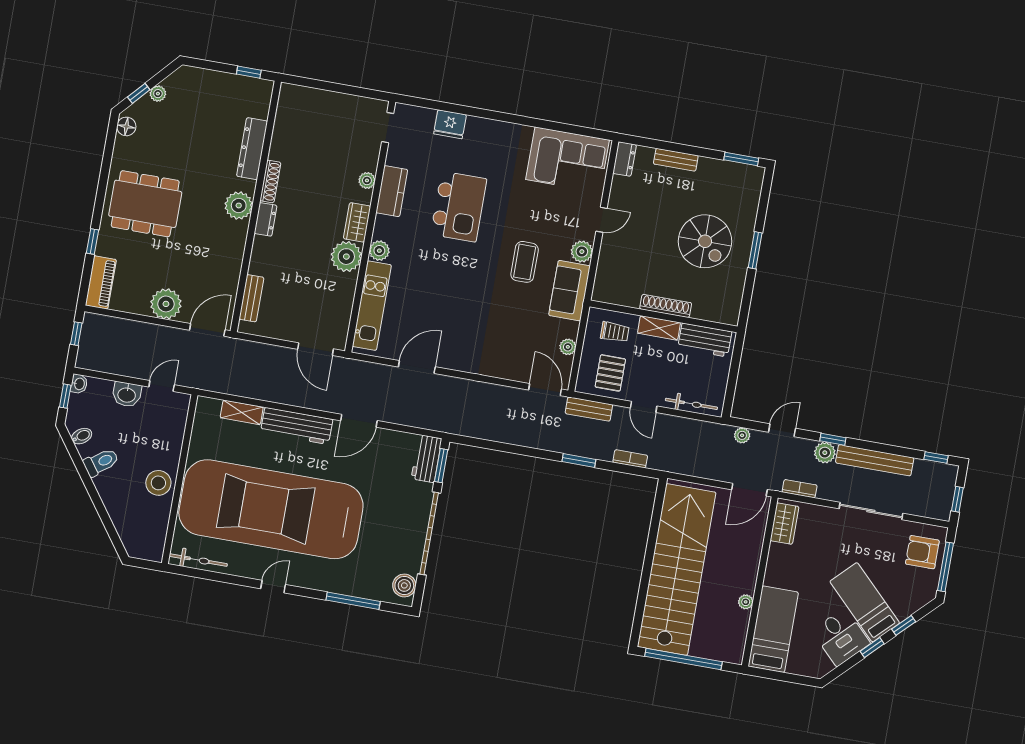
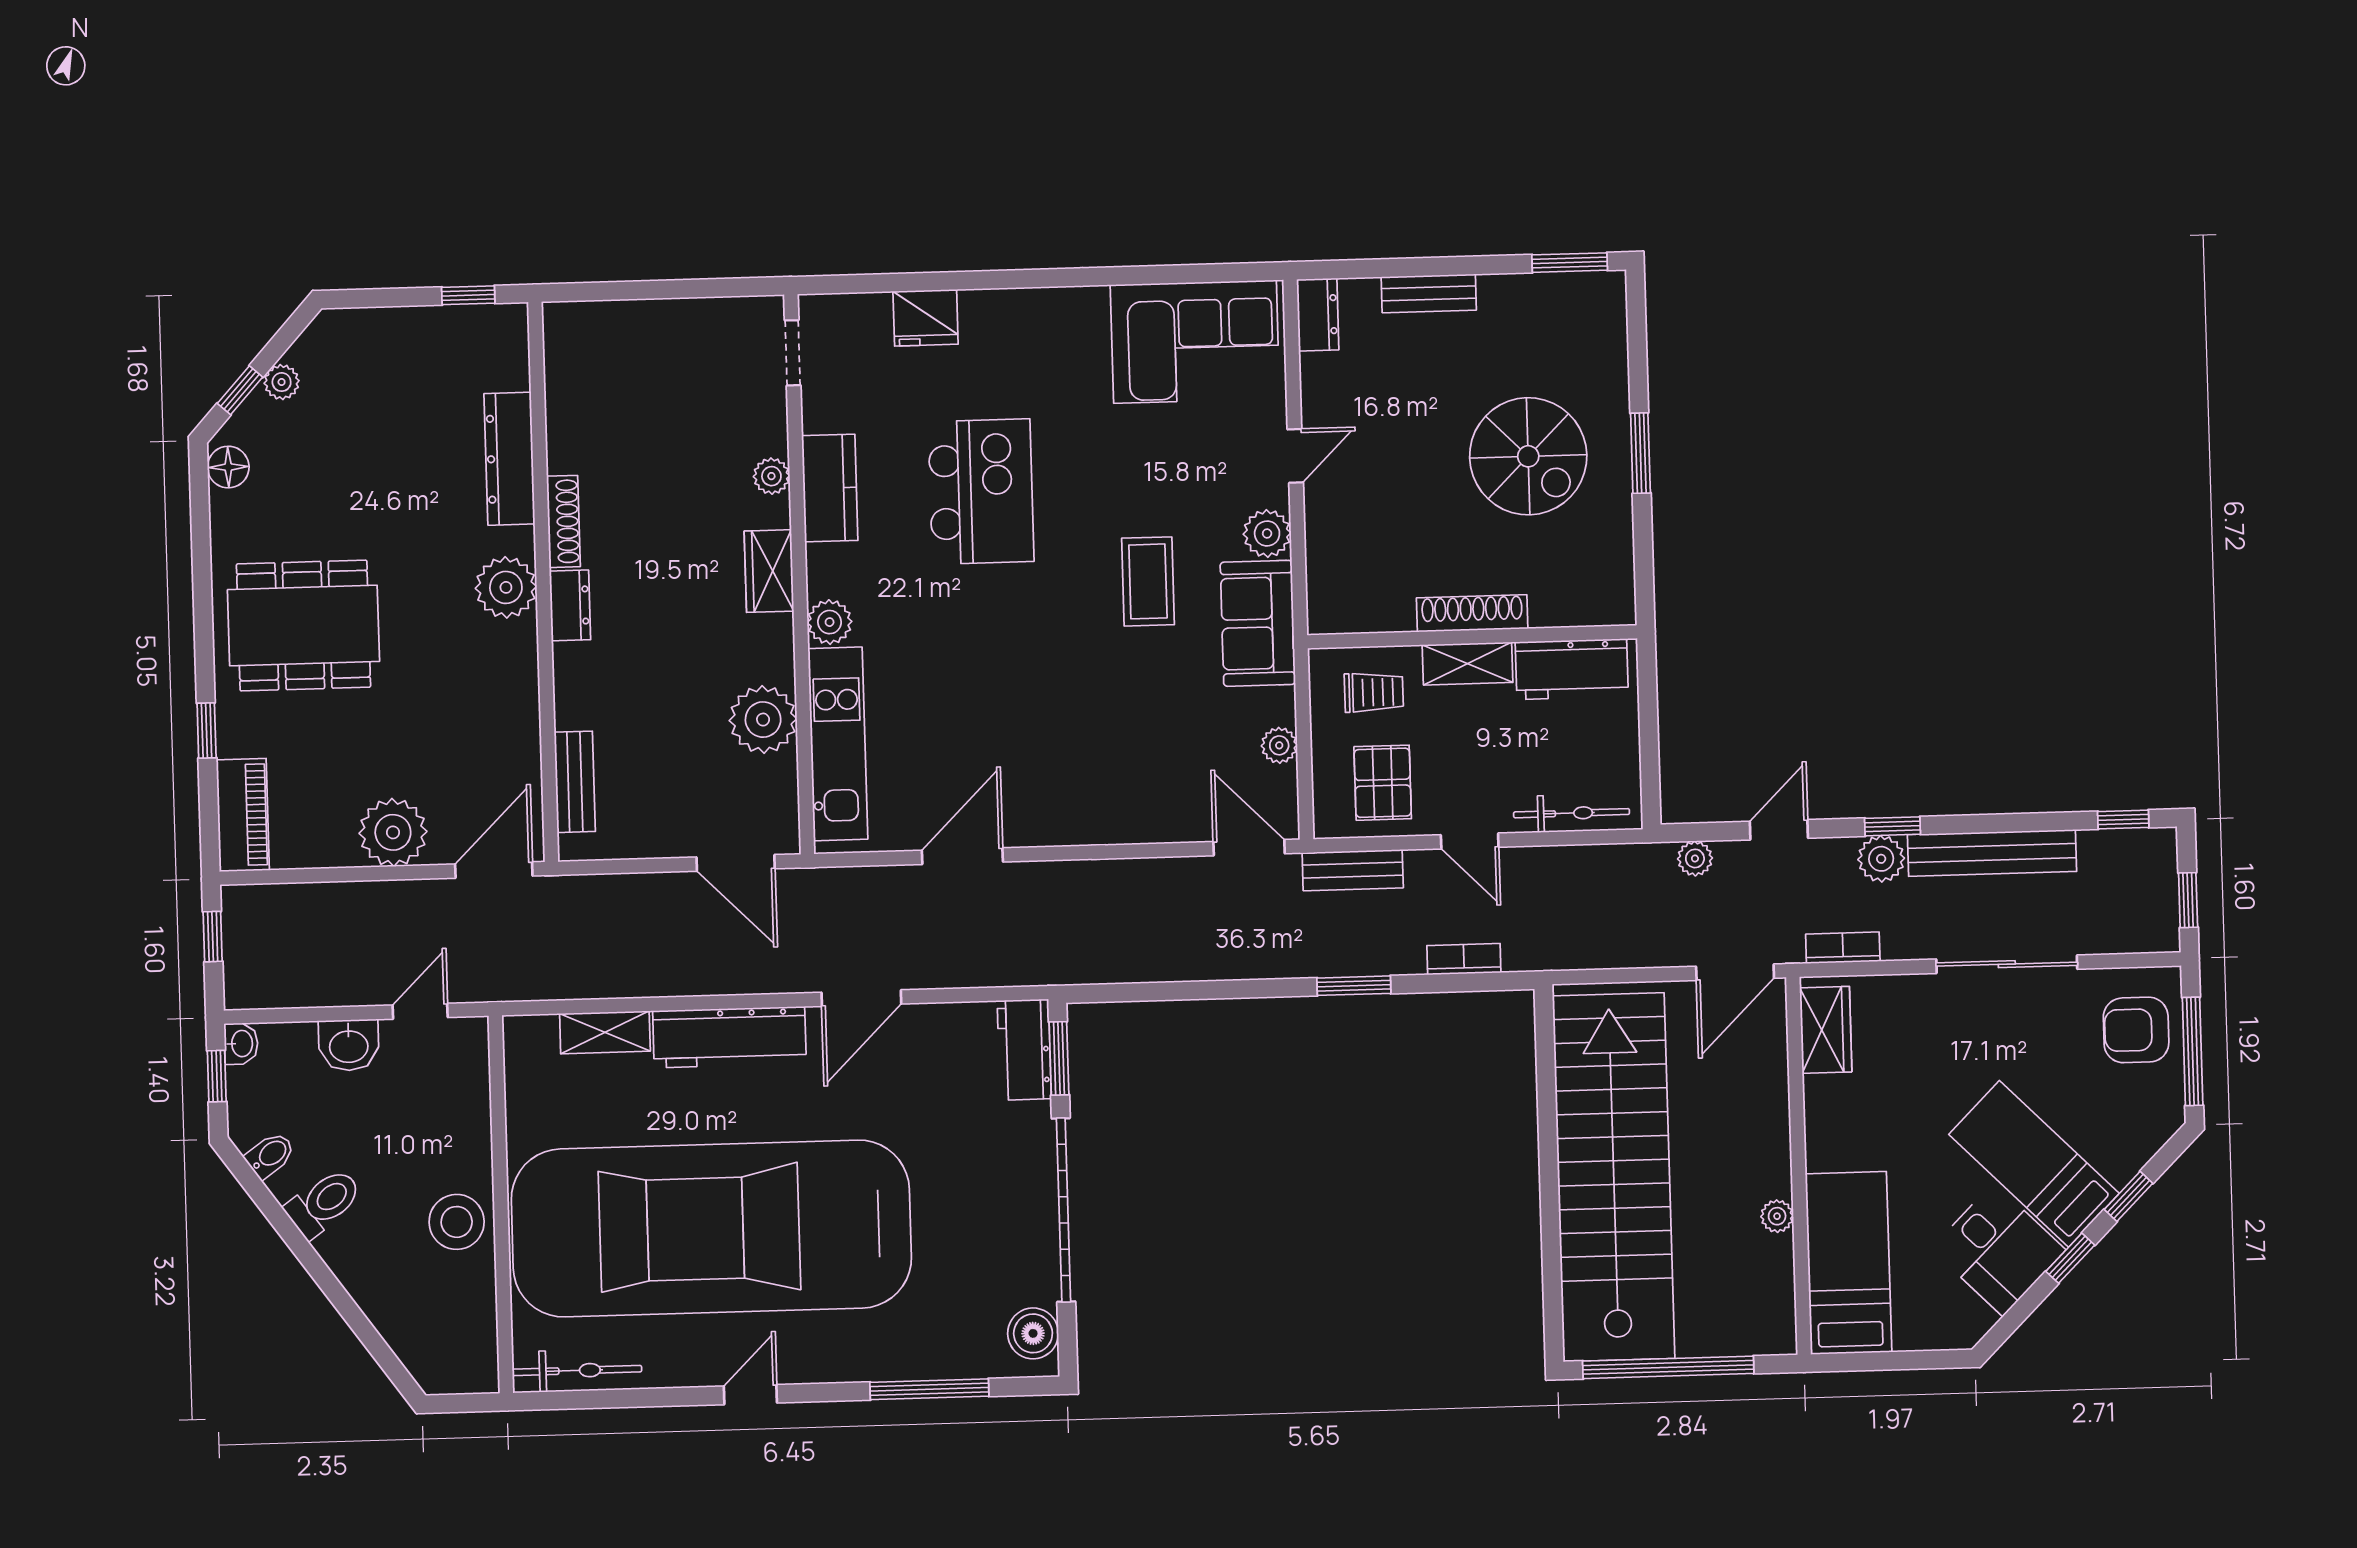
plant: (346, 257) -> (763, 720), moved

